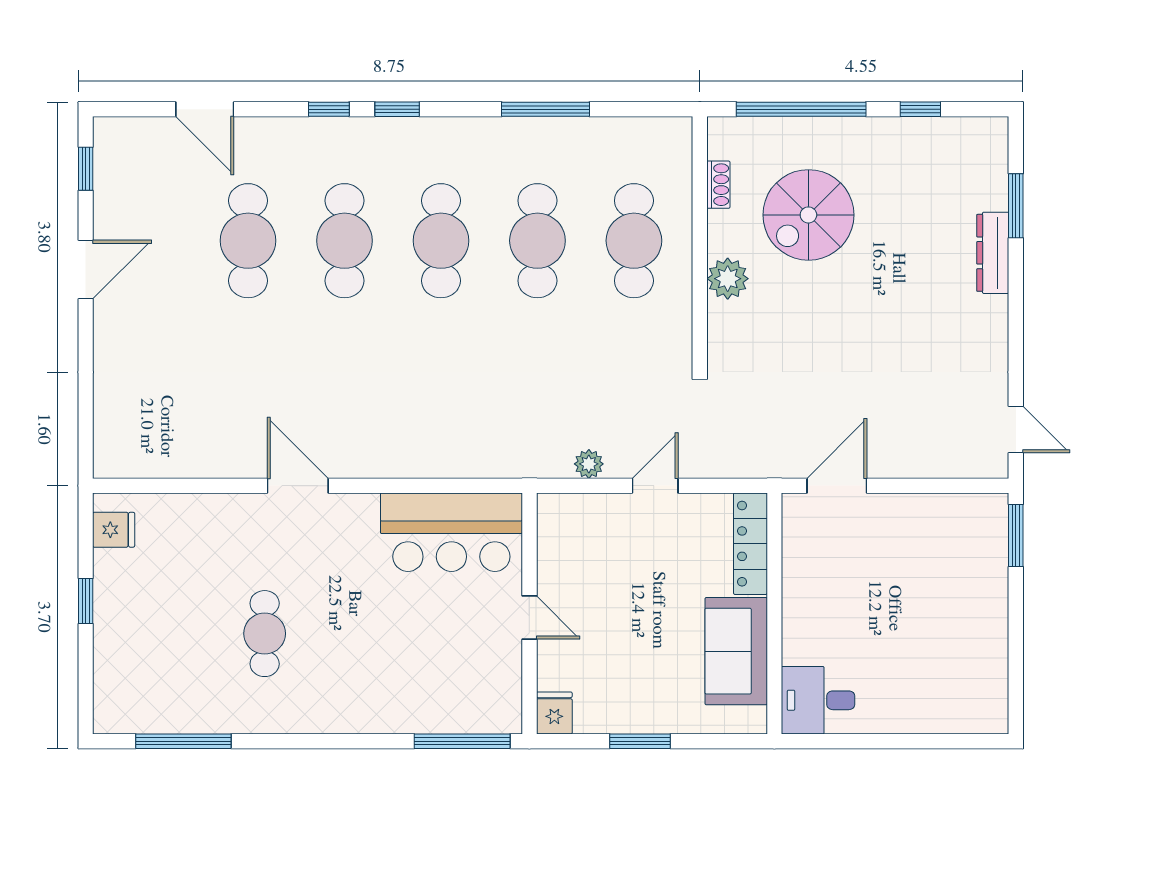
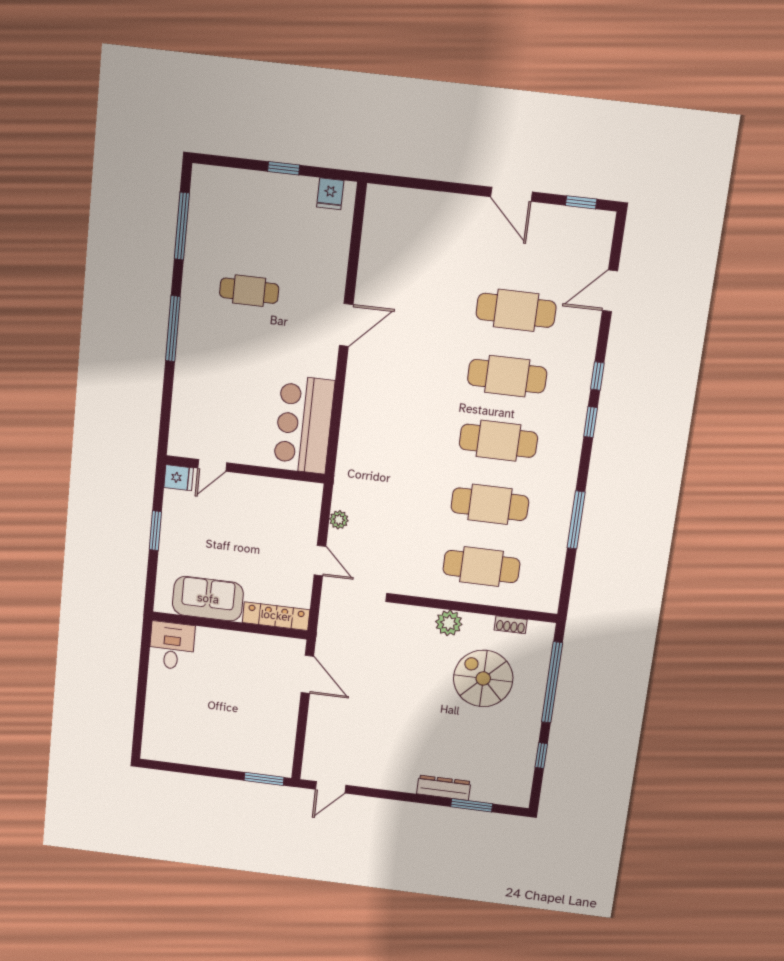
door: (529, 617) -> (212, 465), moved
window: (462, 741) -> (173, 329), moved

